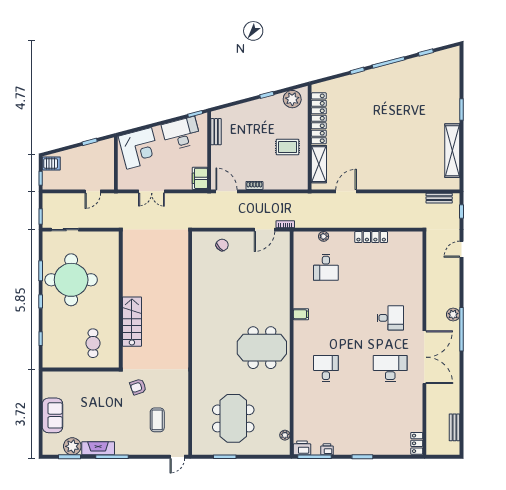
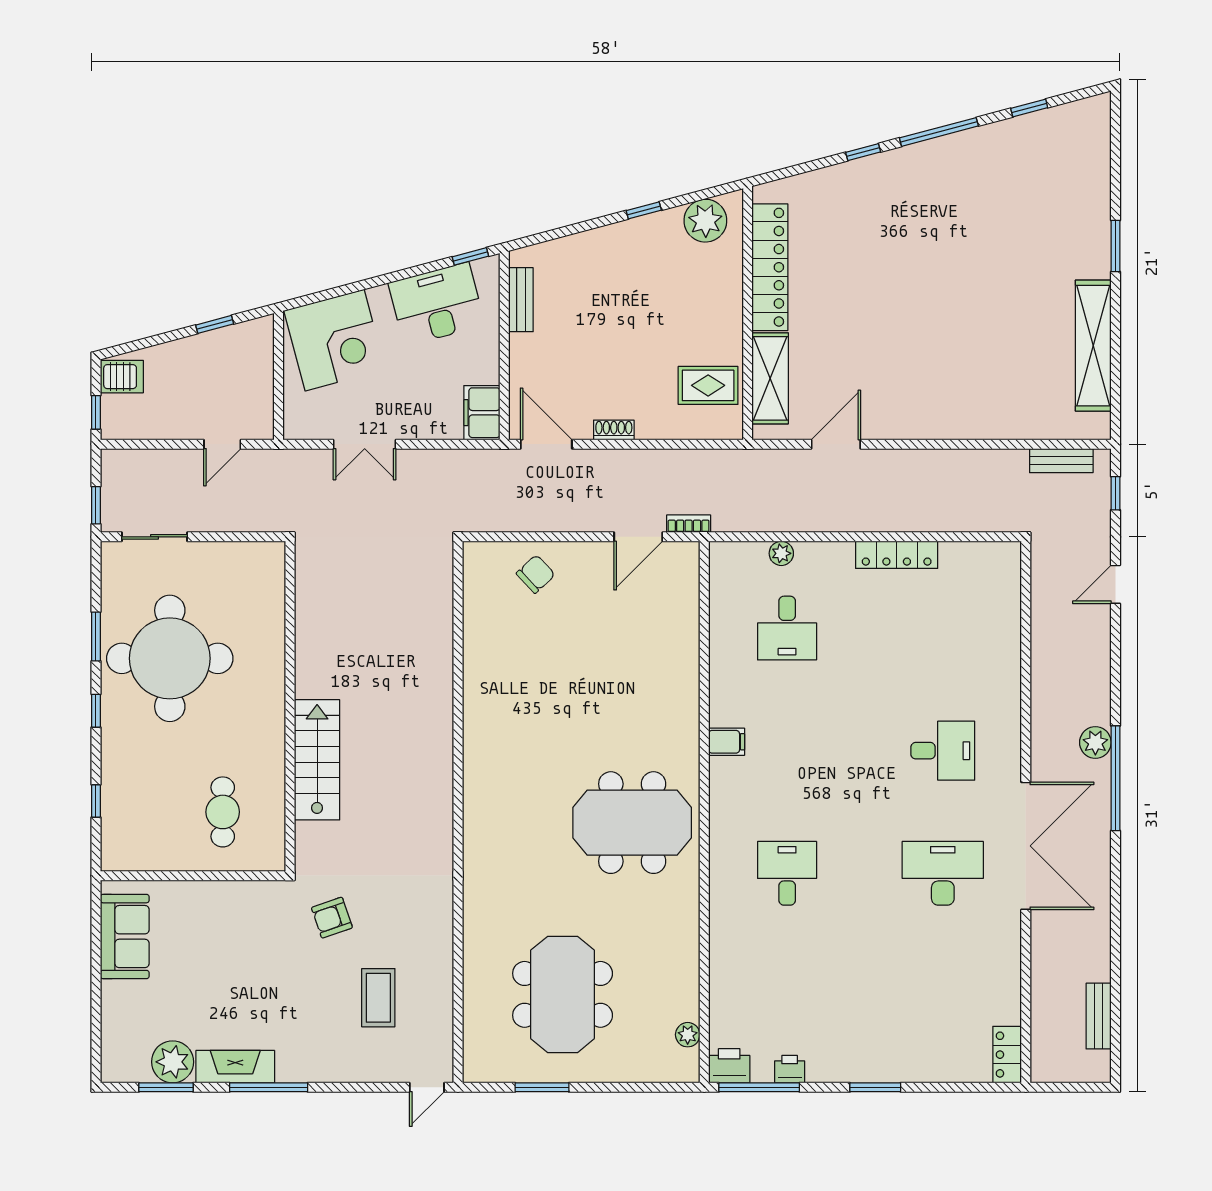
rug: (288, 147) -> (708, 385), moved
sofa: (52, 415) -> (125, 937), moved

